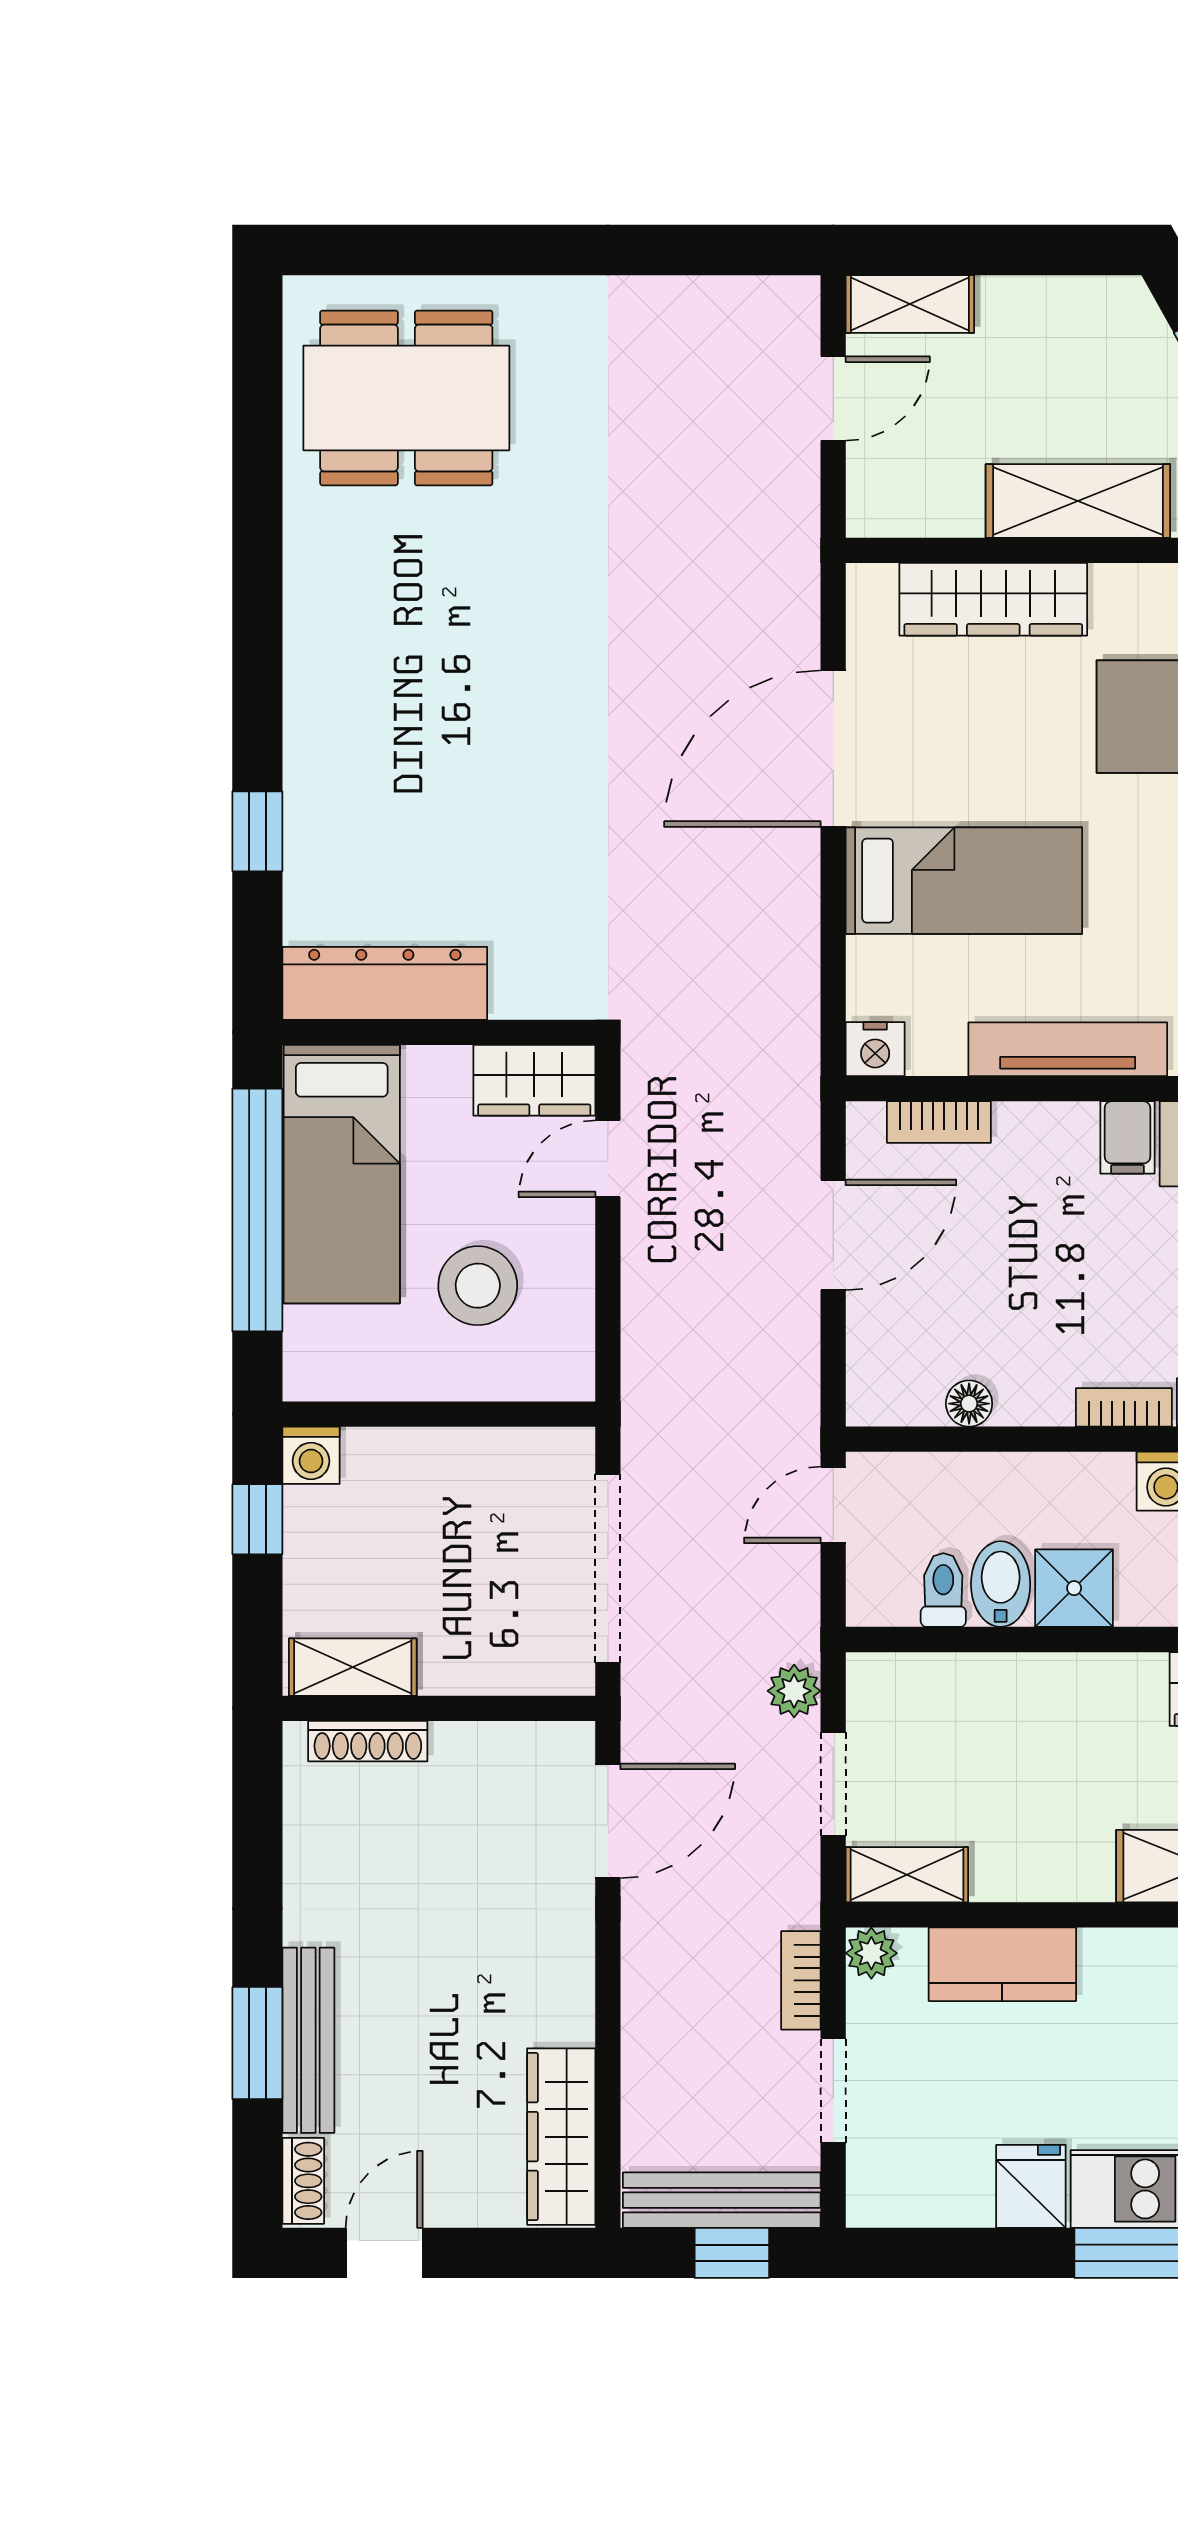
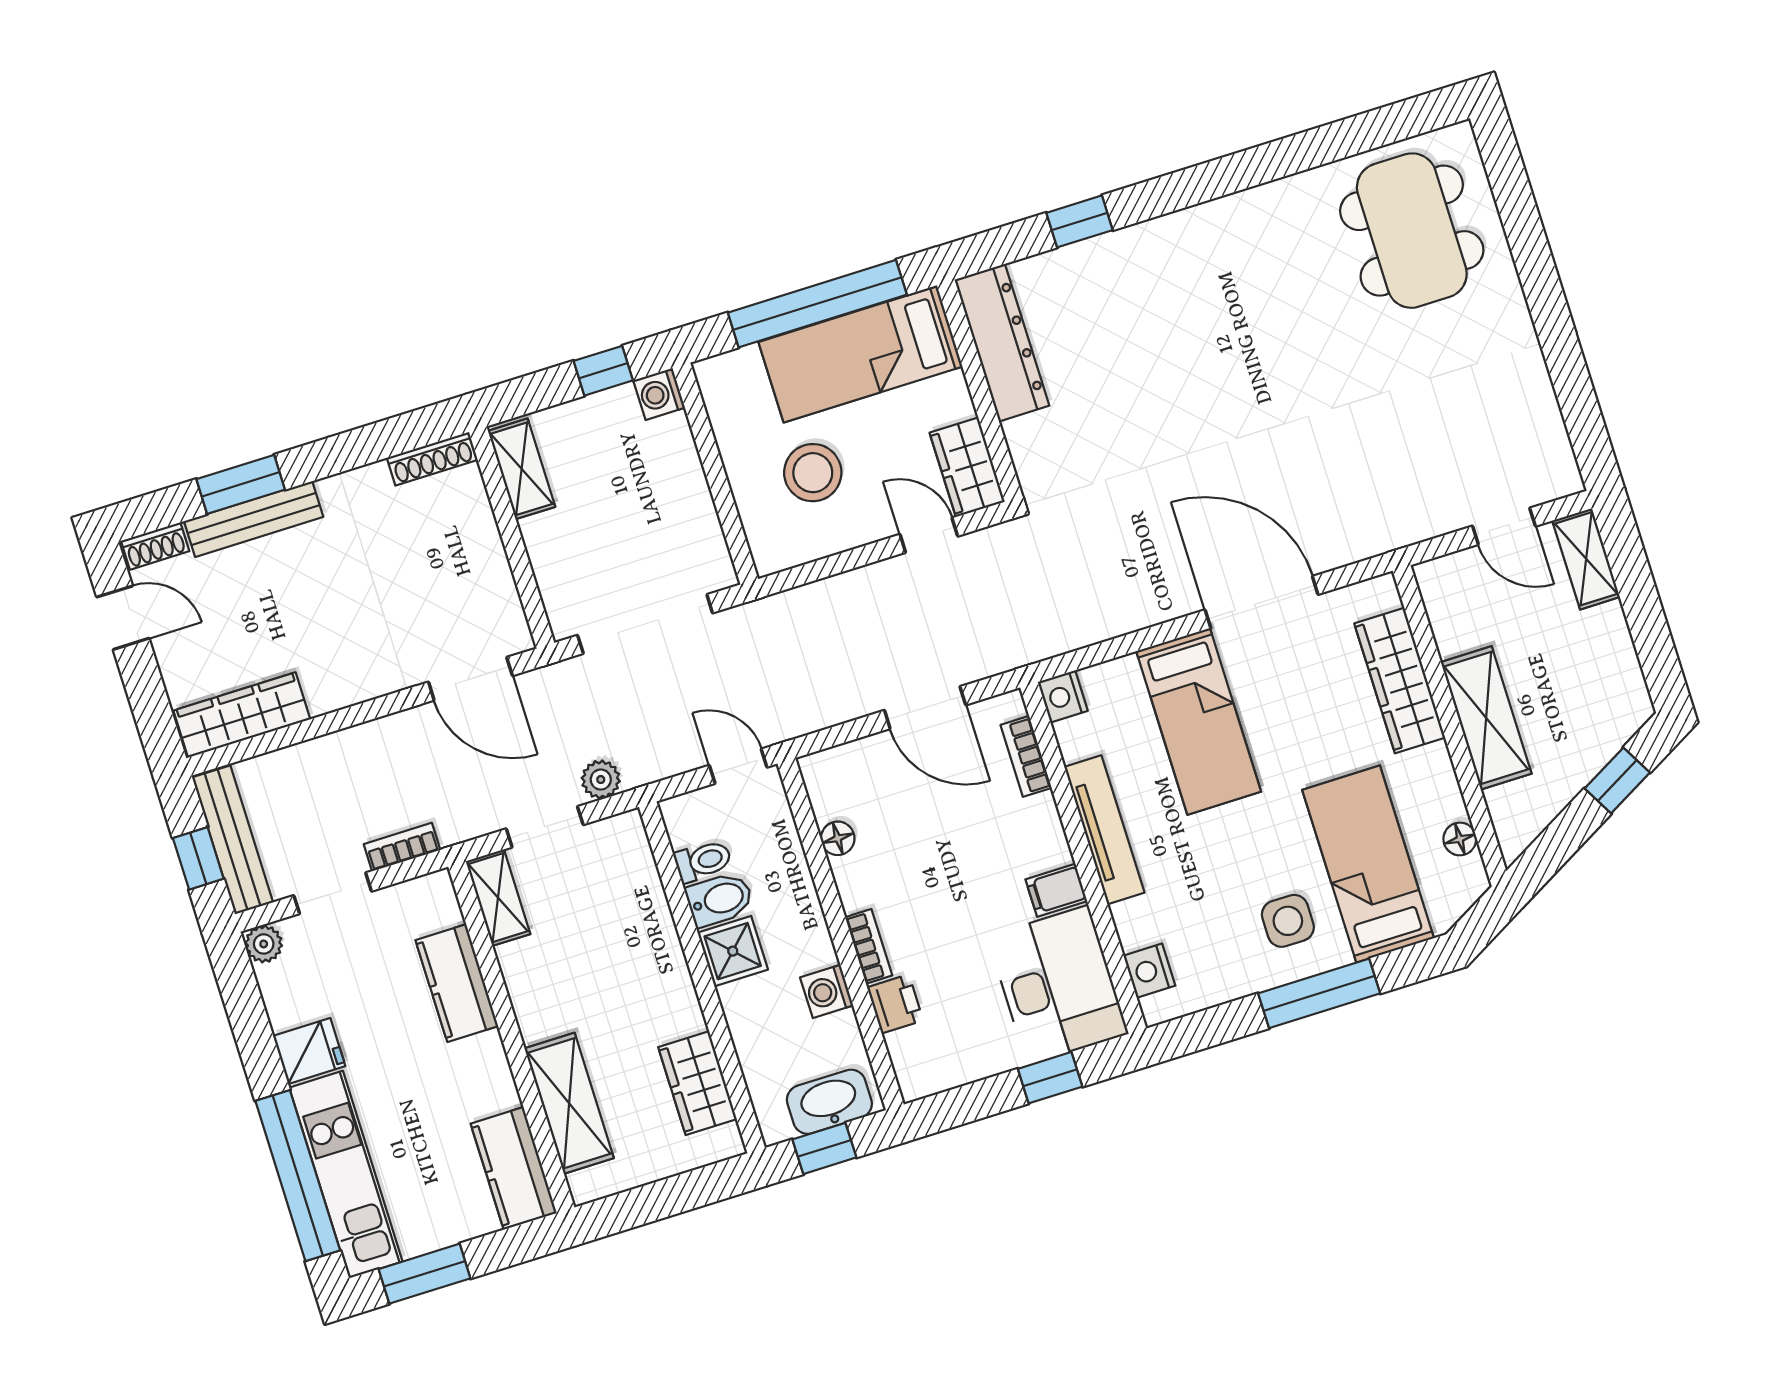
shoe rack: (368, 1741) -> (432, 459), moved, turned -90
plant: (871, 1953) -> (264, 944), moved

